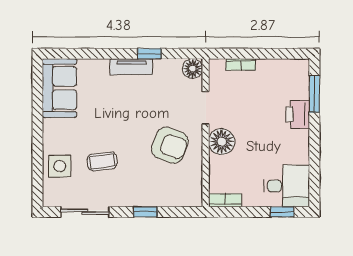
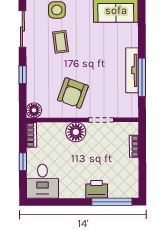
window: (149, 54) -> (142, 77), width x2.17
tv unit: (131, 67) -> (132, 70), width x1.41
floor lamp: (193, 69) -> (34, 110), moved
window: (314, 94) -> (112, 202), width x1.44
window: (282, 212) -> (23, 162), moved

